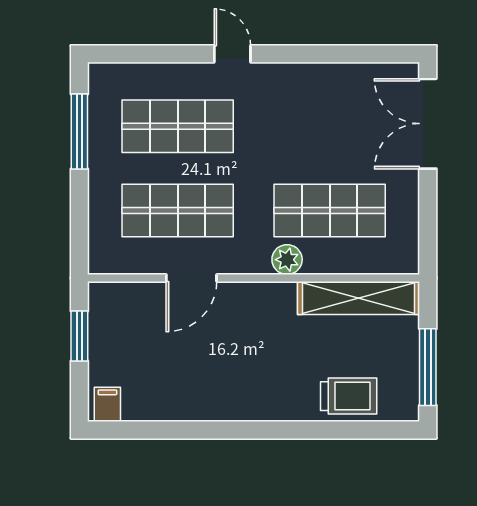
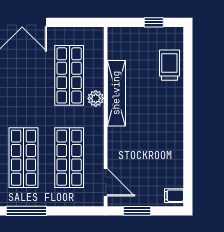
door: (191, 278) -> (106, 182), moved
shelving: (359, 298) -> (116, 93), moved
window: (428, 367) -> (154, 22), width x0.46

